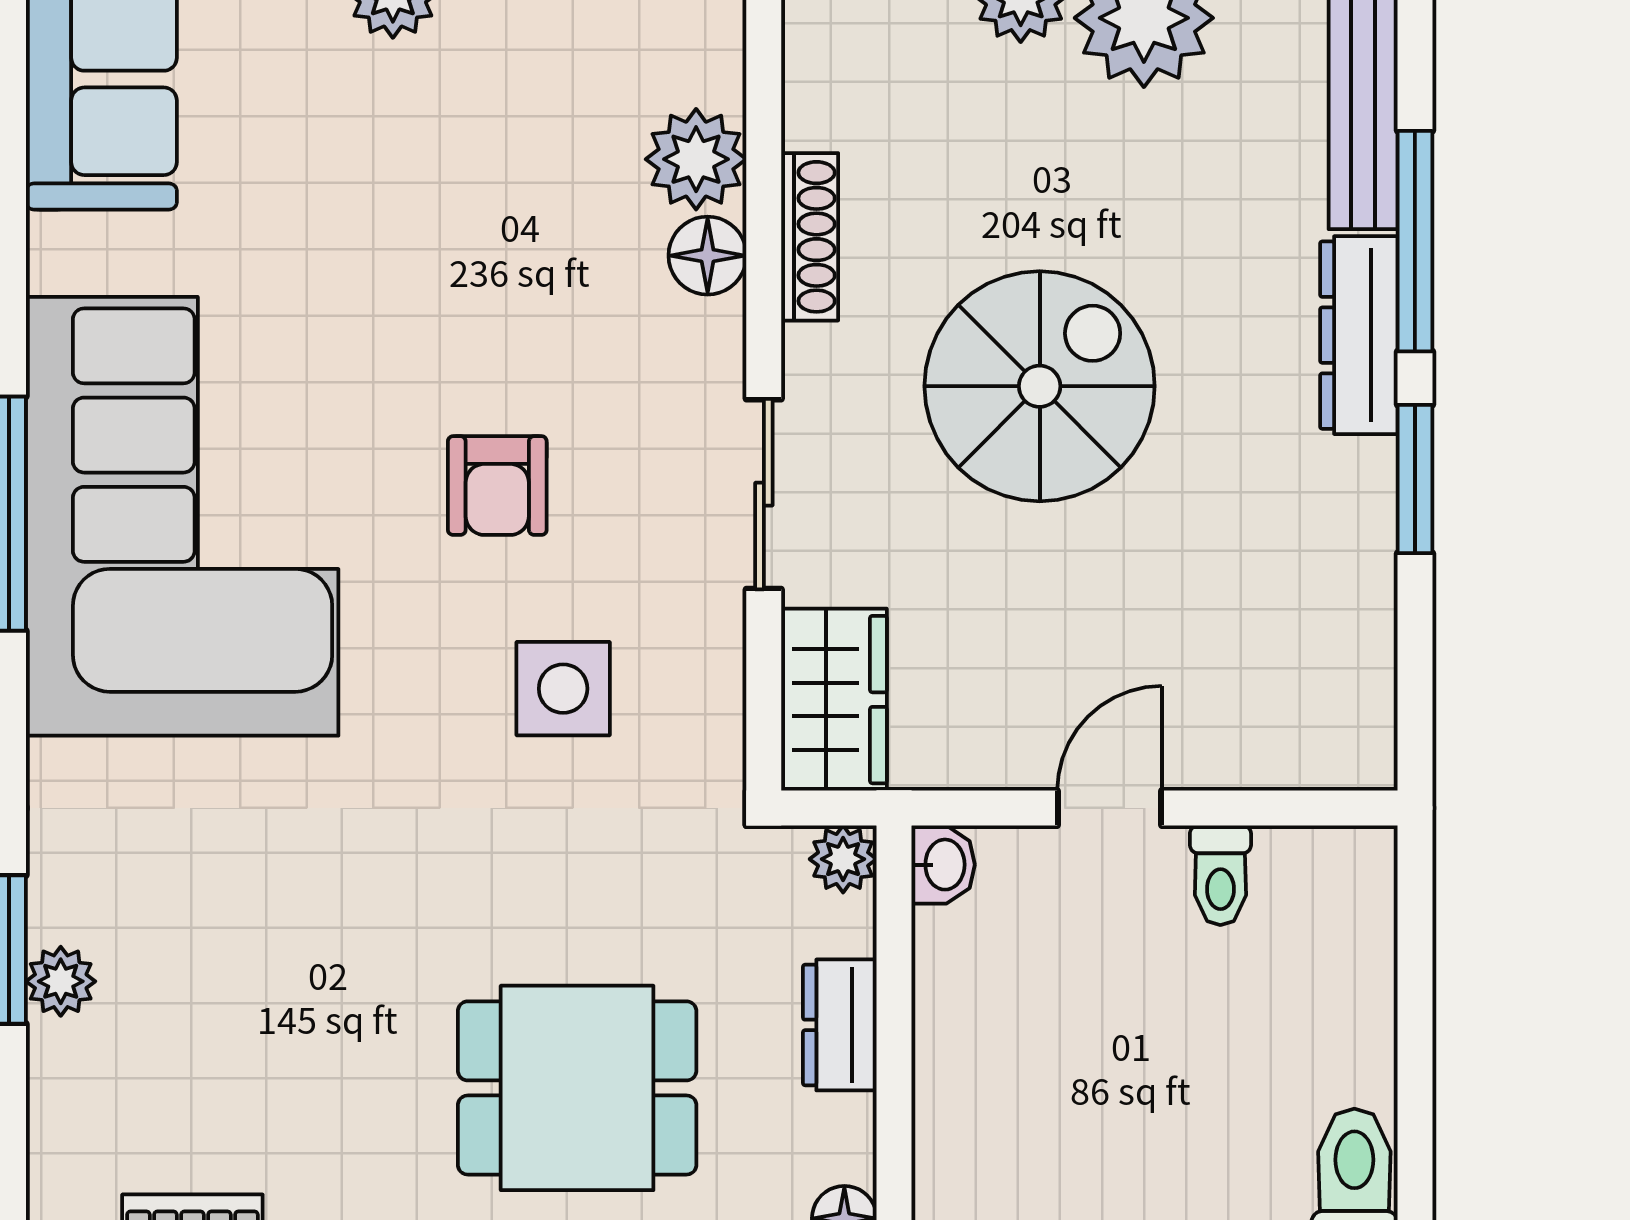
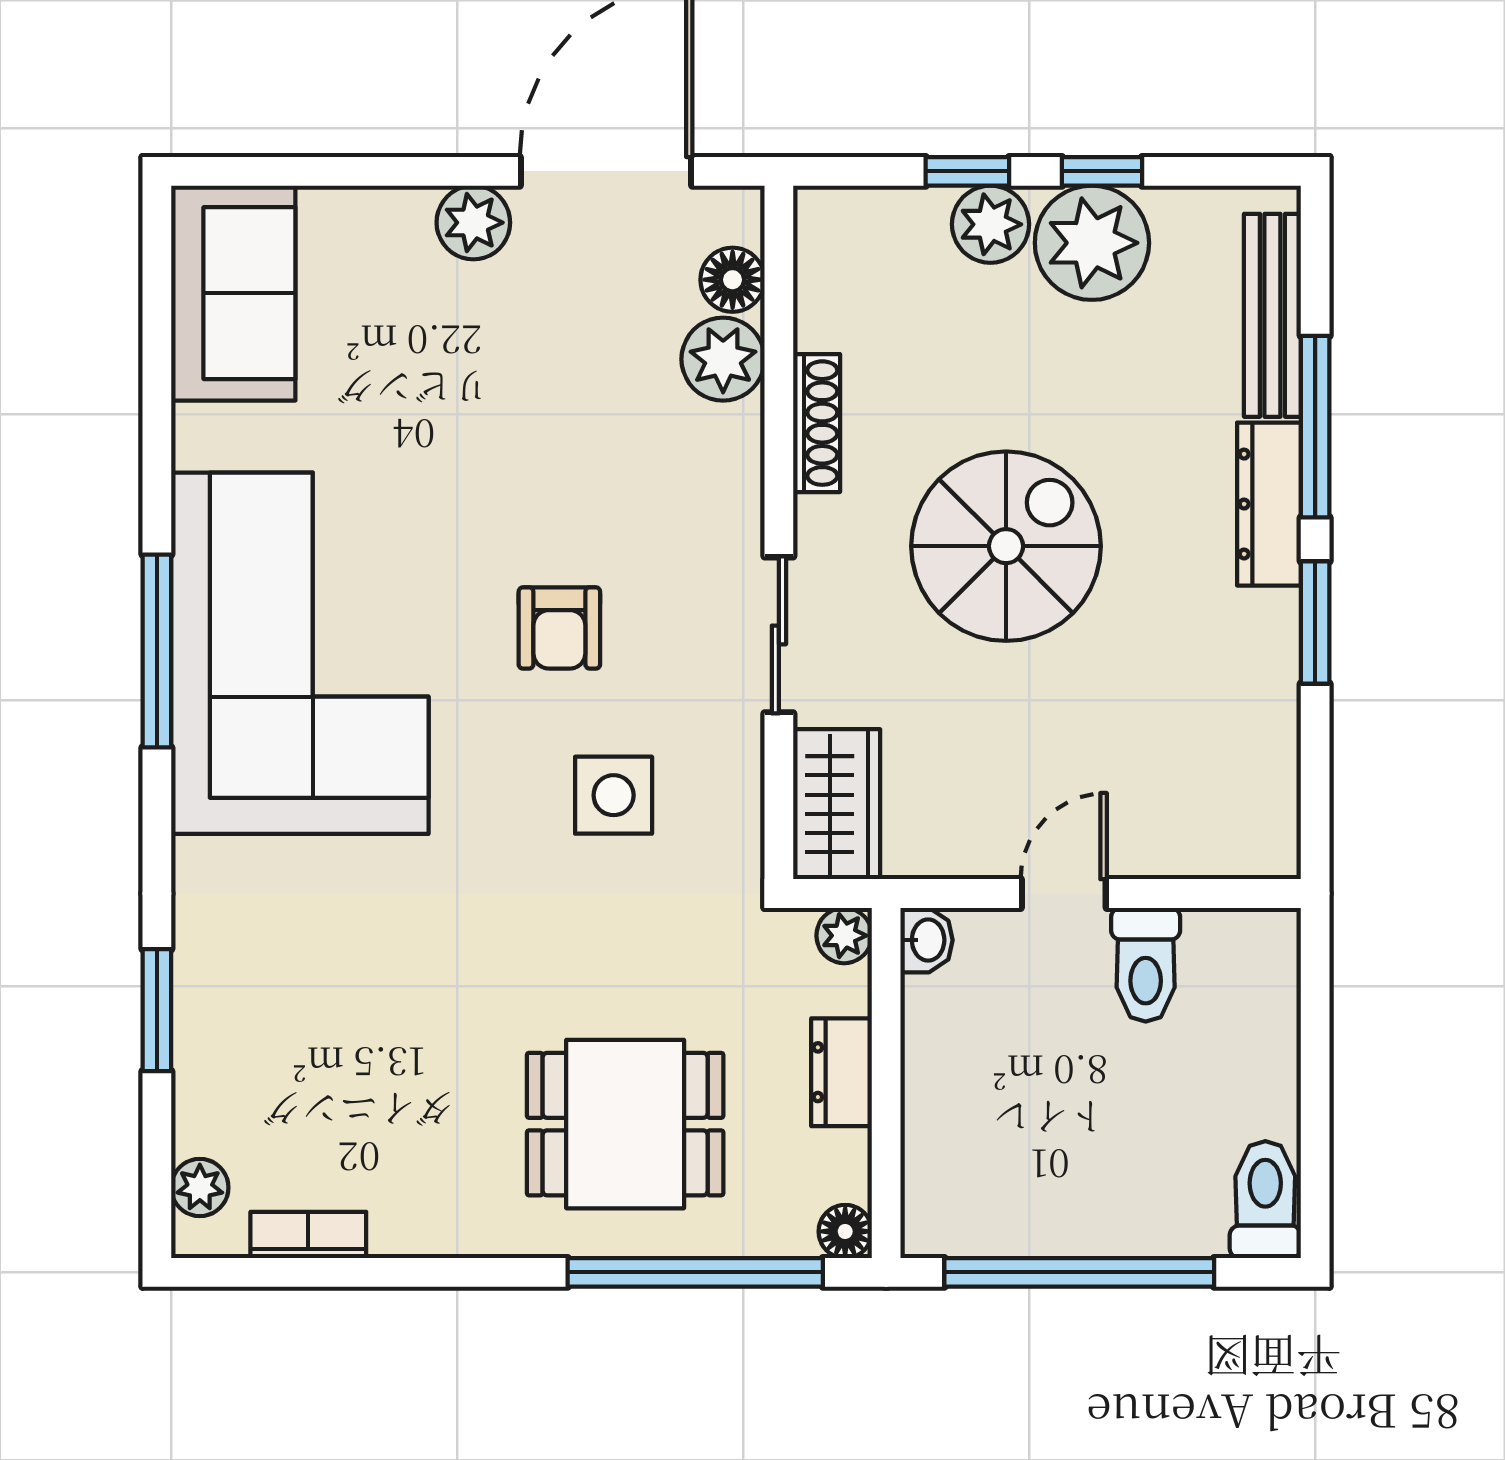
floor lamp: (708, 256) -> (733, 280), moved
toilet: (1220, 875) -> (1146, 965), width x1.37, depth x1.39
plant: (61, 981) -> (200, 1188), moved

